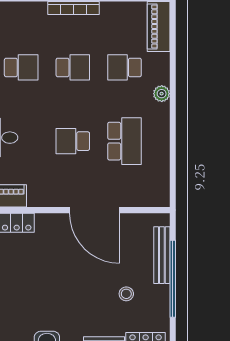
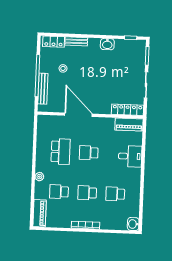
school desk: (125, 67) -> (59, 192), turned 180
school desk: (73, 141) -> (89, 153), turned 180
school desk: (125, 141) -> (61, 152), turned 180

